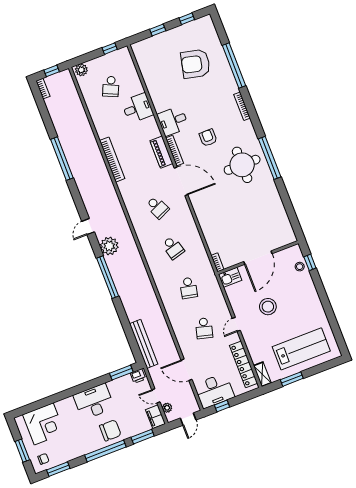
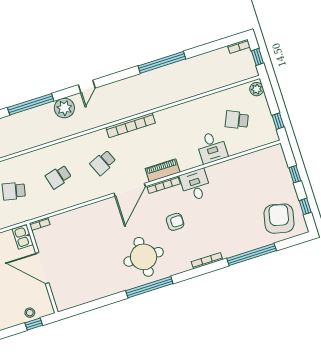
armchair: (195, 64) -> (279, 219), moved
bookcase: (112, 160) -> (131, 125), moved
door: (88, 227) -> (87, 86), swing flipped

